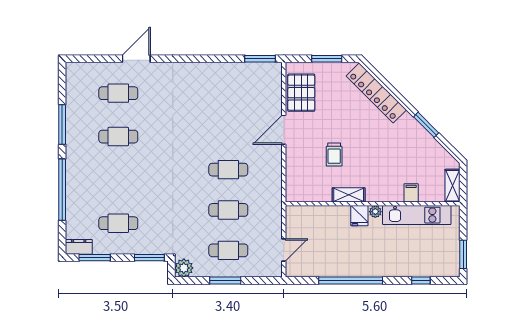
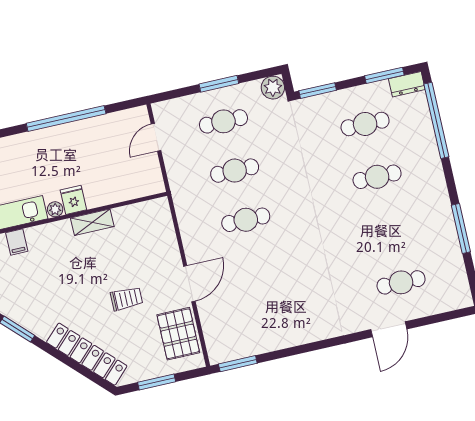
cafe table: (118, 137) -> (377, 177), moved
trolley: (334, 155) -> (127, 299), moved, turned 90
window: (62, 190) -> (436, 120), moved

